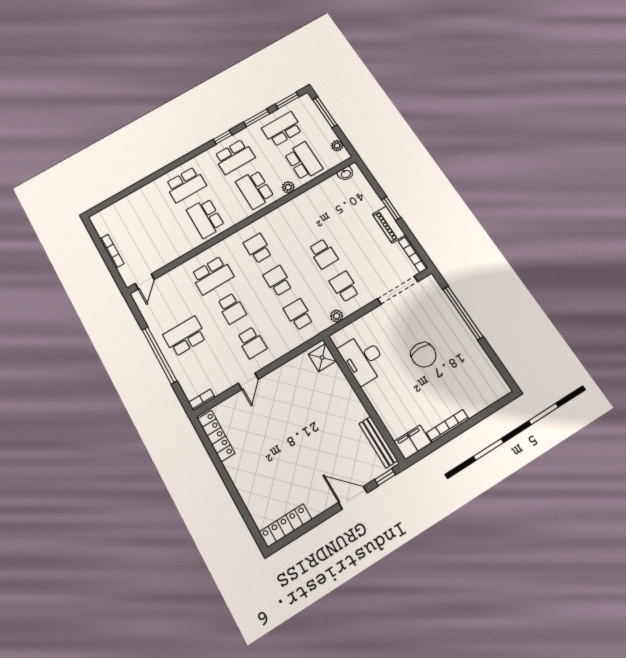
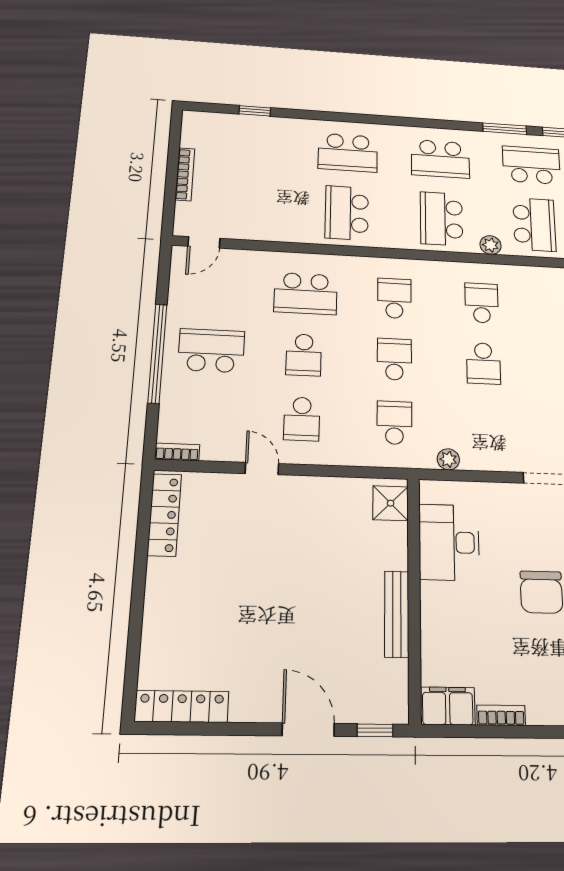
window: (223, 137) -> (255, 111), moved
school desk: (344, 287) -> (482, 303), moved
door: (248, 381) -> (262, 469), swing flipped
bookcase: (448, 426) -> (501, 715), width x0.64
bench: (378, 442) -> (397, 614), moved

